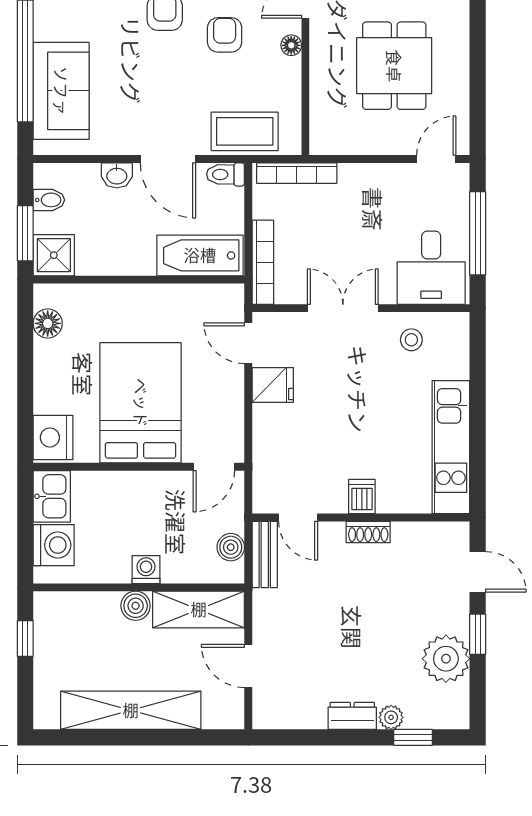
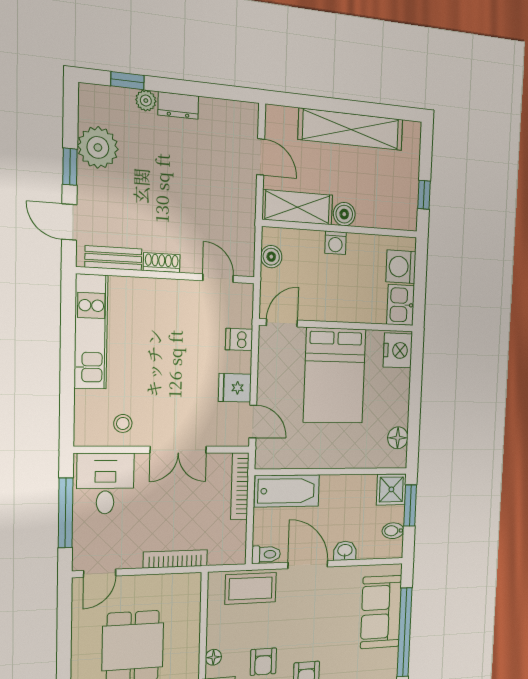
bookcase: (297, 173) -> (175, 559), moved
dishwasher: (362, 497) -> (239, 339), moved, turned 90
bench: (265, 554) -> (113, 258), moved, turned 90

